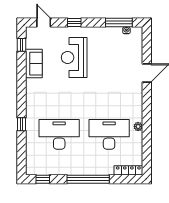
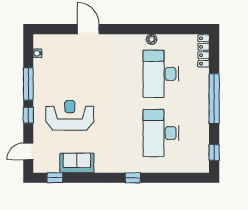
window: (119, 23) -> (28, 84), moved
reception desk: (74, 57) -> (70, 115), turned 180
window: (21, 124) -> (133, 178), moved

